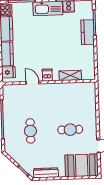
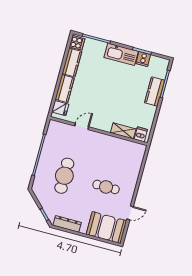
dishwasher: (47, 75) -> (141, 134), moved
door: (32, 83) -> (82, 126), hinge flipped
cafe table: (30, 131) -> (64, 176), width x1.37, depth x1.35

